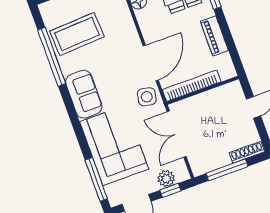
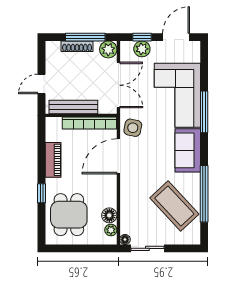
coffee table: (77, 34) -> (174, 206), turned 50
bench: (213, 96) -> (73, 107), added
shoe rack: (247, 152) -> (77, 46), moved
plant: (200, 166) -> (108, 49), added
window: (96, 179) -> (204, 112), moved

